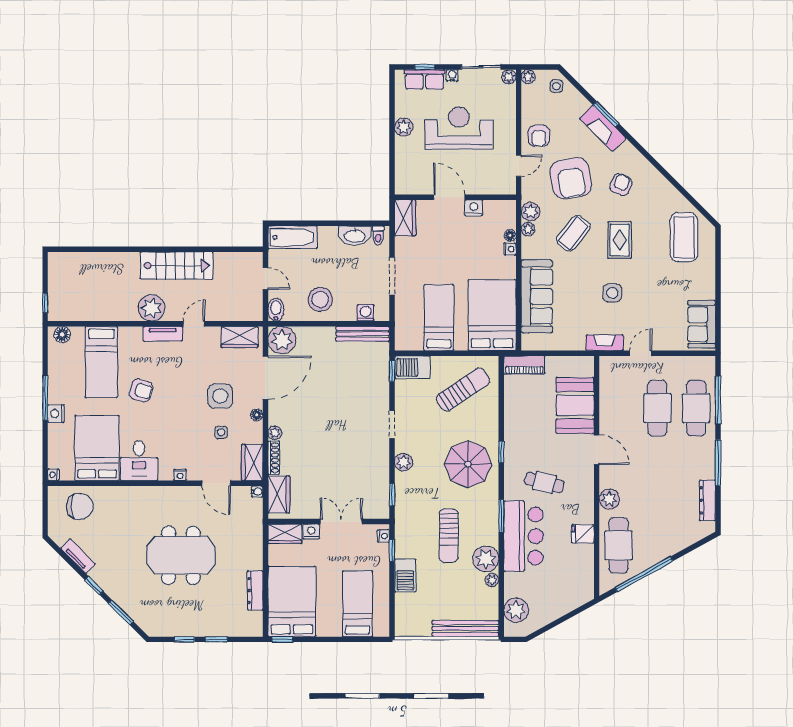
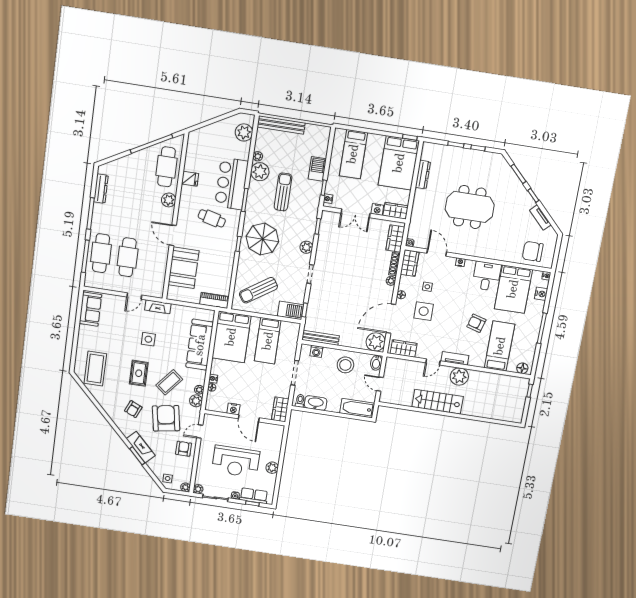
nightstand: (56, 414) -> (541, 294), moved

